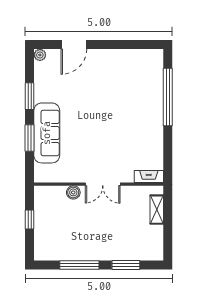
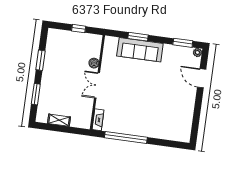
window: (30, 96) -> (183, 43), moved
window: (168, 97) -> (126, 138), moved
shelving: (157, 210) -> (59, 120), moved
window: (79, 265) -> (40, 60), width x0.69

